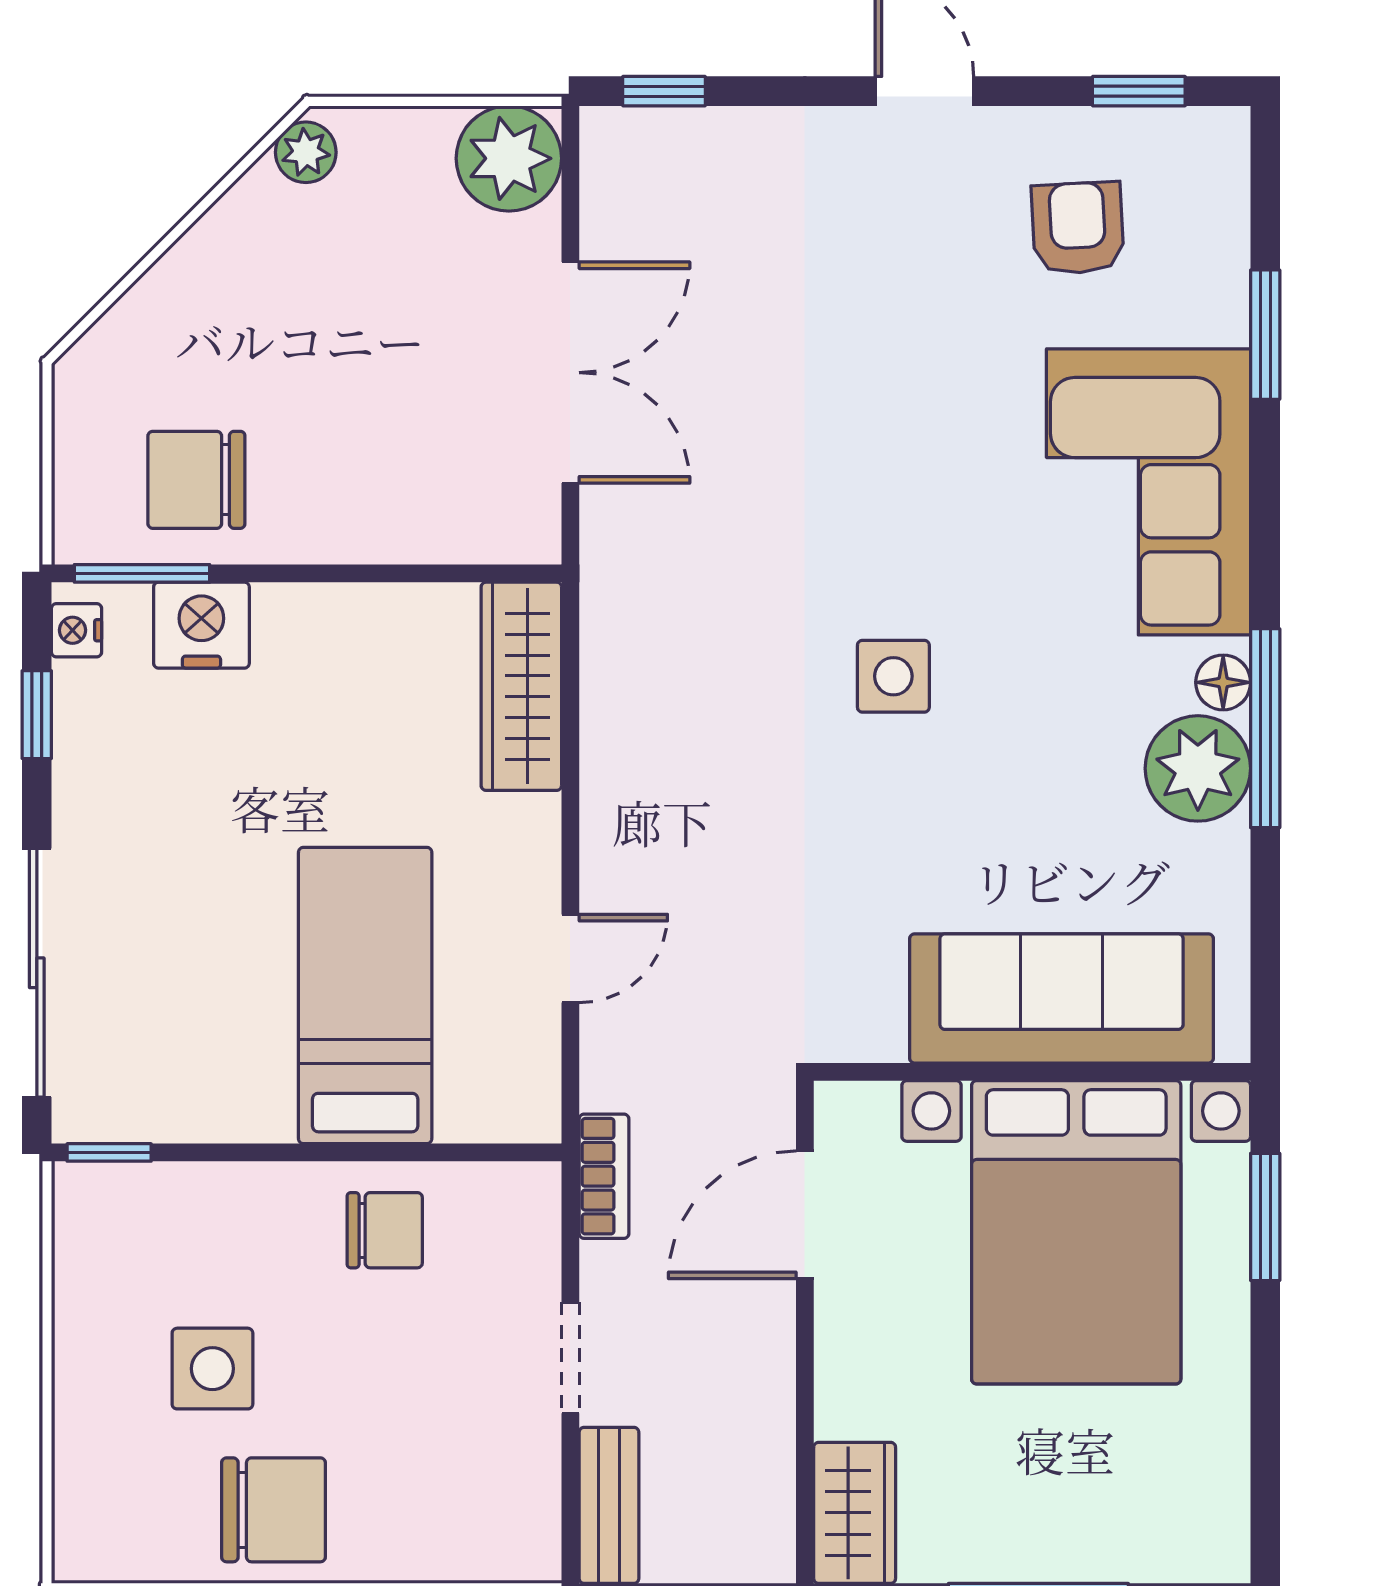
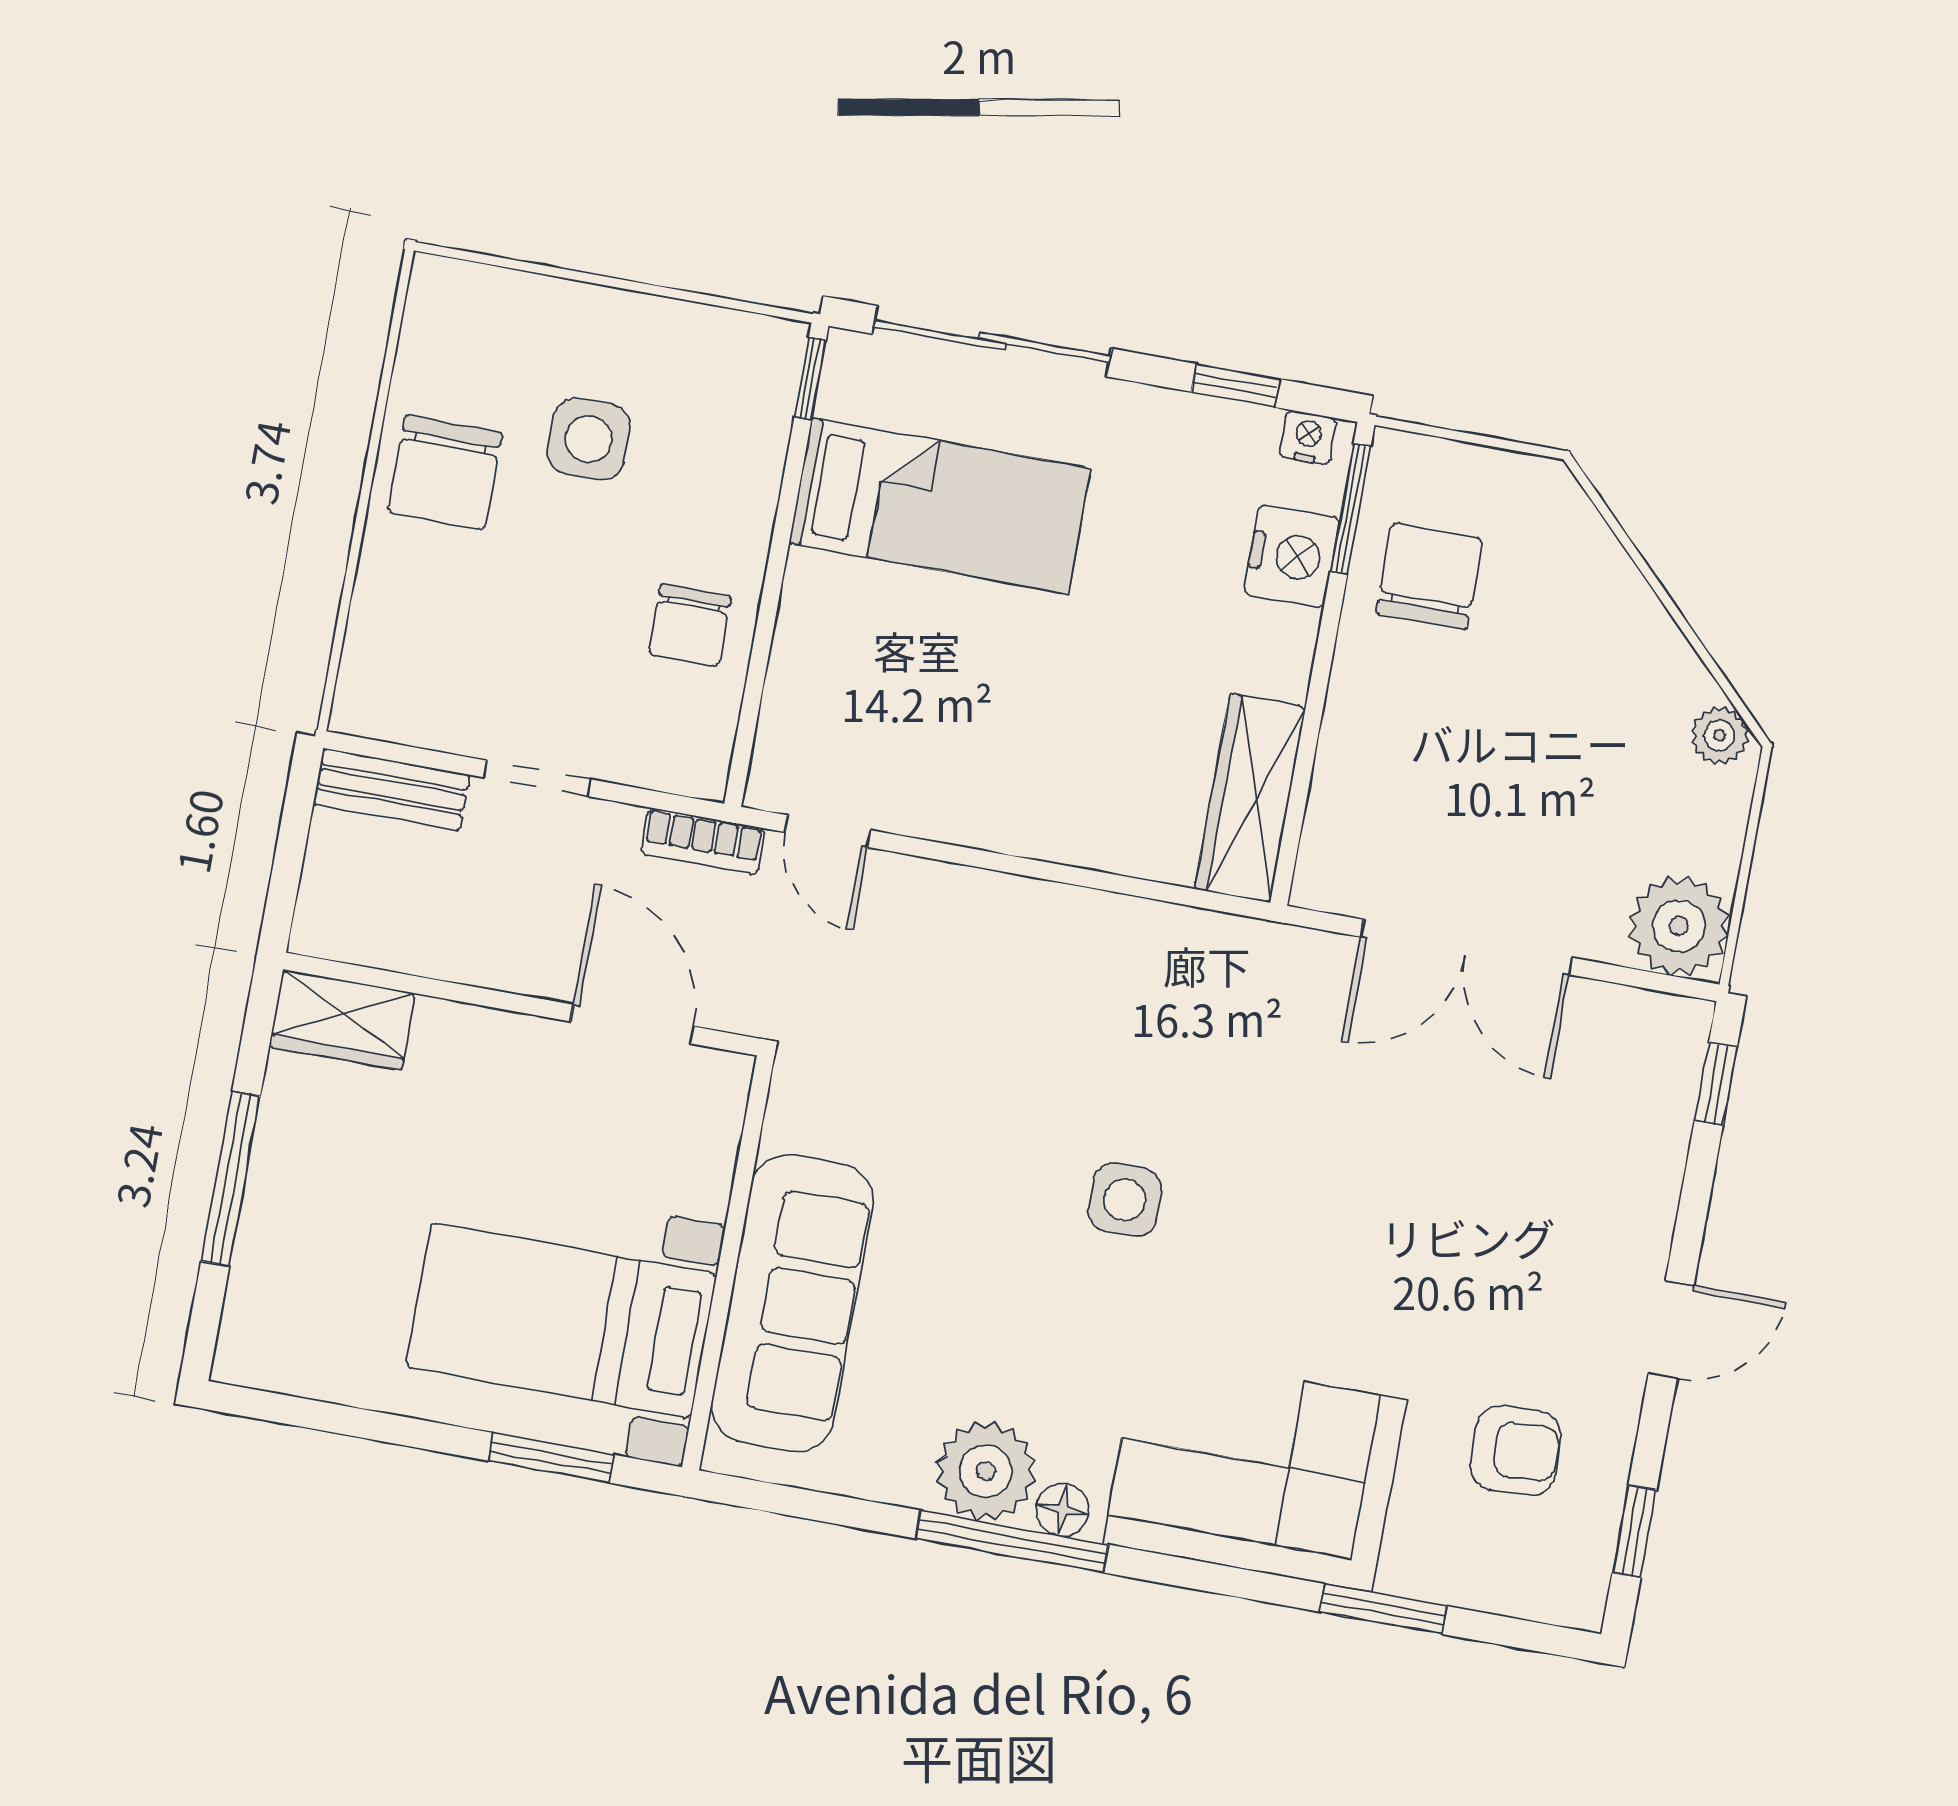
wardrobe: (521, 686) -> (1250, 798), moved, turned -90
door: (570, 959) -> (828, 831), moved
bed: (365, 996) -> (940, 506), moved
bed with nightstands: (1076, 1232) -> (561, 1320), width x0.73

